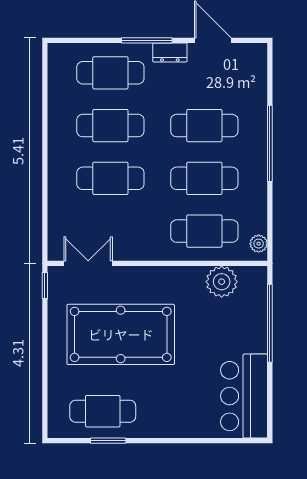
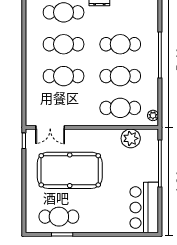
double door: (88, 263) -> (50, 127), swing flipped

